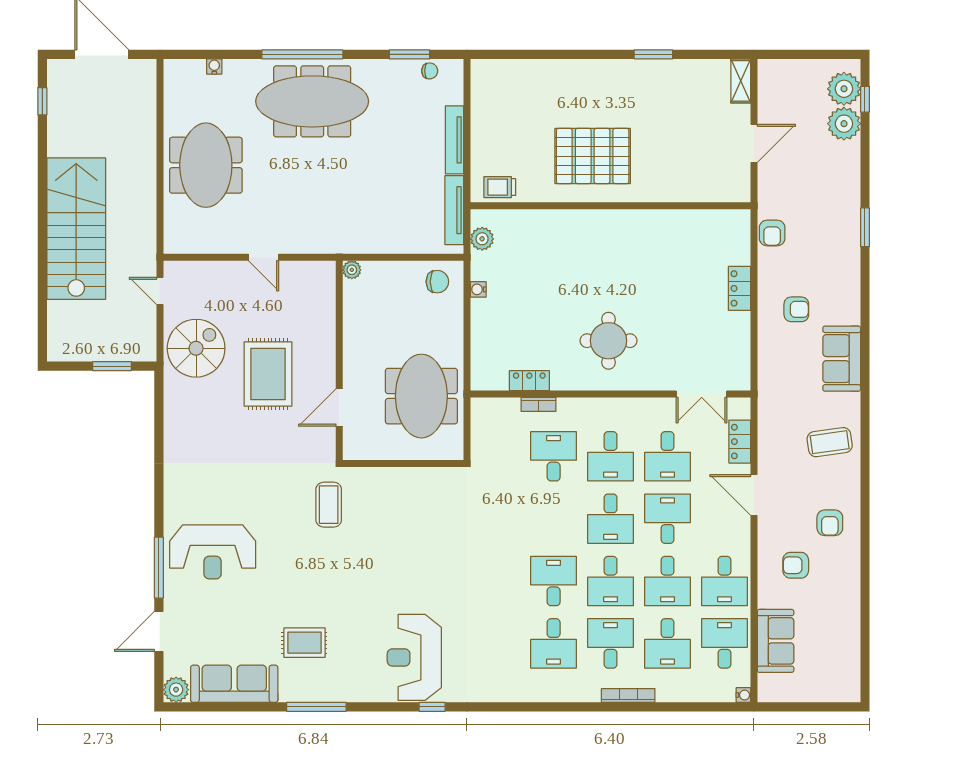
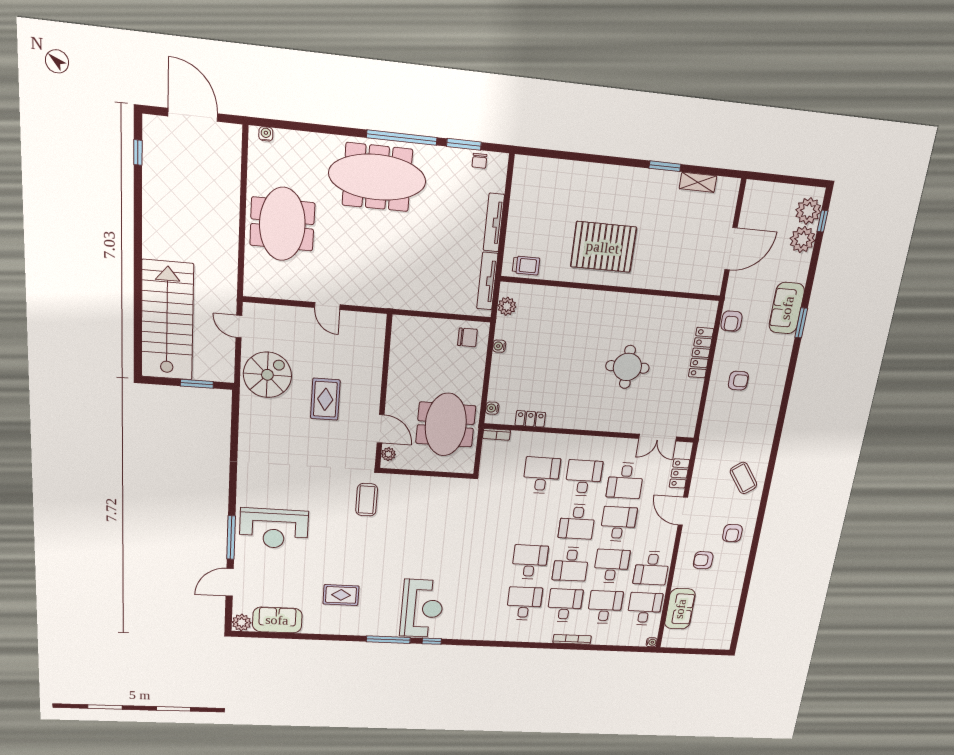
window: (302, 54) -> (402, 138), moved
water cooler: (214, 66) -> (266, 134), moved
chair: (430, 71) -> (479, 161), turned 90
shelving: (741, 81) -> (698, 182), moved, turned 90
door: (754, 143) -> (731, 249), width x1.36
trolley: (500, 187) -> (526, 265), turned 180
stairs: (76, 229) -> (167, 321), moved
plant: (352, 270) -> (388, 454), moved
locker: (740, 288) -> (701, 353), width x1.53
round table: (609, 341) -> (627, 367), moved
sofa: (842, 359) -> (787, 308), moved
water cooler: (479, 370) -> (492, 408), added
rug: (268, 374) -> (325, 399), width x0.73, depth x0.70
bookcase: (539, 404) -> (497, 434), moved
door: (339, 407) -> (381, 429), swing flipped
coffee table: (830, 442) -> (743, 478), turned 62
desk: (611, 456) -> (584, 478), turned 180
desk: (668, 581) -> (611, 566), turned 180
desk: (554, 643) -> (524, 604), turned 180
desk: (668, 643) -> (605, 607), turned 180
reception desk: (414, 657) -> (422, 608), turned 180
sofa: (234, 684) -> (277, 620), width x0.73
window: (316, 707) -> (388, 640), moved

